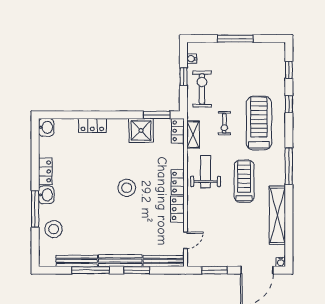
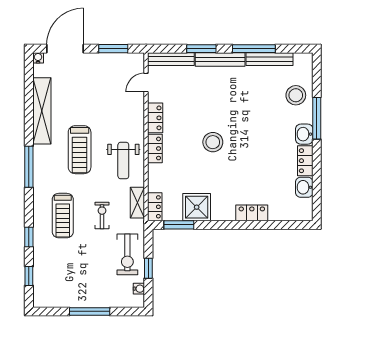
treadmill: (259, 123) -> (63, 216), width x0.73, depth x0.73
washbasin: (46, 127) -> (304, 187), moved

